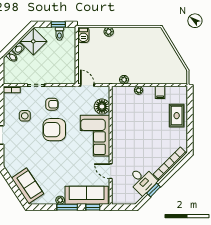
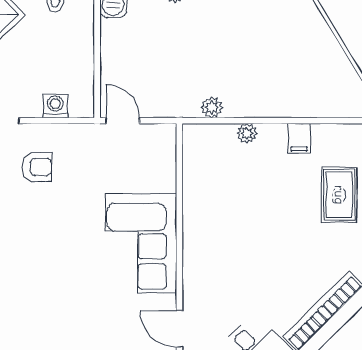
washing machine: (60, 79) -> (55, 106), added
floor lamp: (102, 107) -> (158, 173), removed
armchair: (54, 130) -> (43, 229), removed

